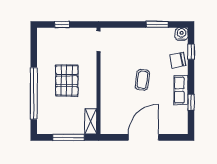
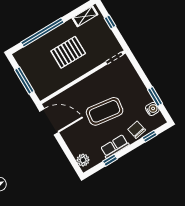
water cooler: (182, 34) -> (152, 109), moved
coffee table: (142, 80) -> (105, 111), width x1.86, depth x1.72
shelving: (91, 121) -> (85, 16), moved
plant: (176, 127) -> (83, 160), added
door: (143, 137) -> (49, 122), moved

